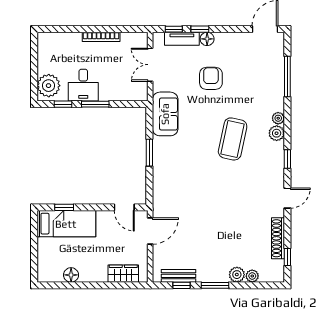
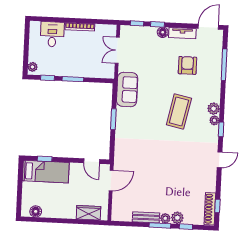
tv unit: (182, 39) -> (182, 33), moved
armchair: (211, 78) -> (187, 65), moved
desk: (83, 85) -> (52, 34), moved, turned 180
plant: (49, 86) -> (33, 67), width x0.53, depth x0.53
plant: (278, 118) -> (214, 120), moved
shoe rack: (278, 238) -> (210, 209), moved
floor lamp: (71, 275) -> (36, 211), moved
bench: (178, 276) -> (146, 217), moved
plant: (252, 276) -> (165, 218), moved
window: (181, 285) -> (186, 227), moved

